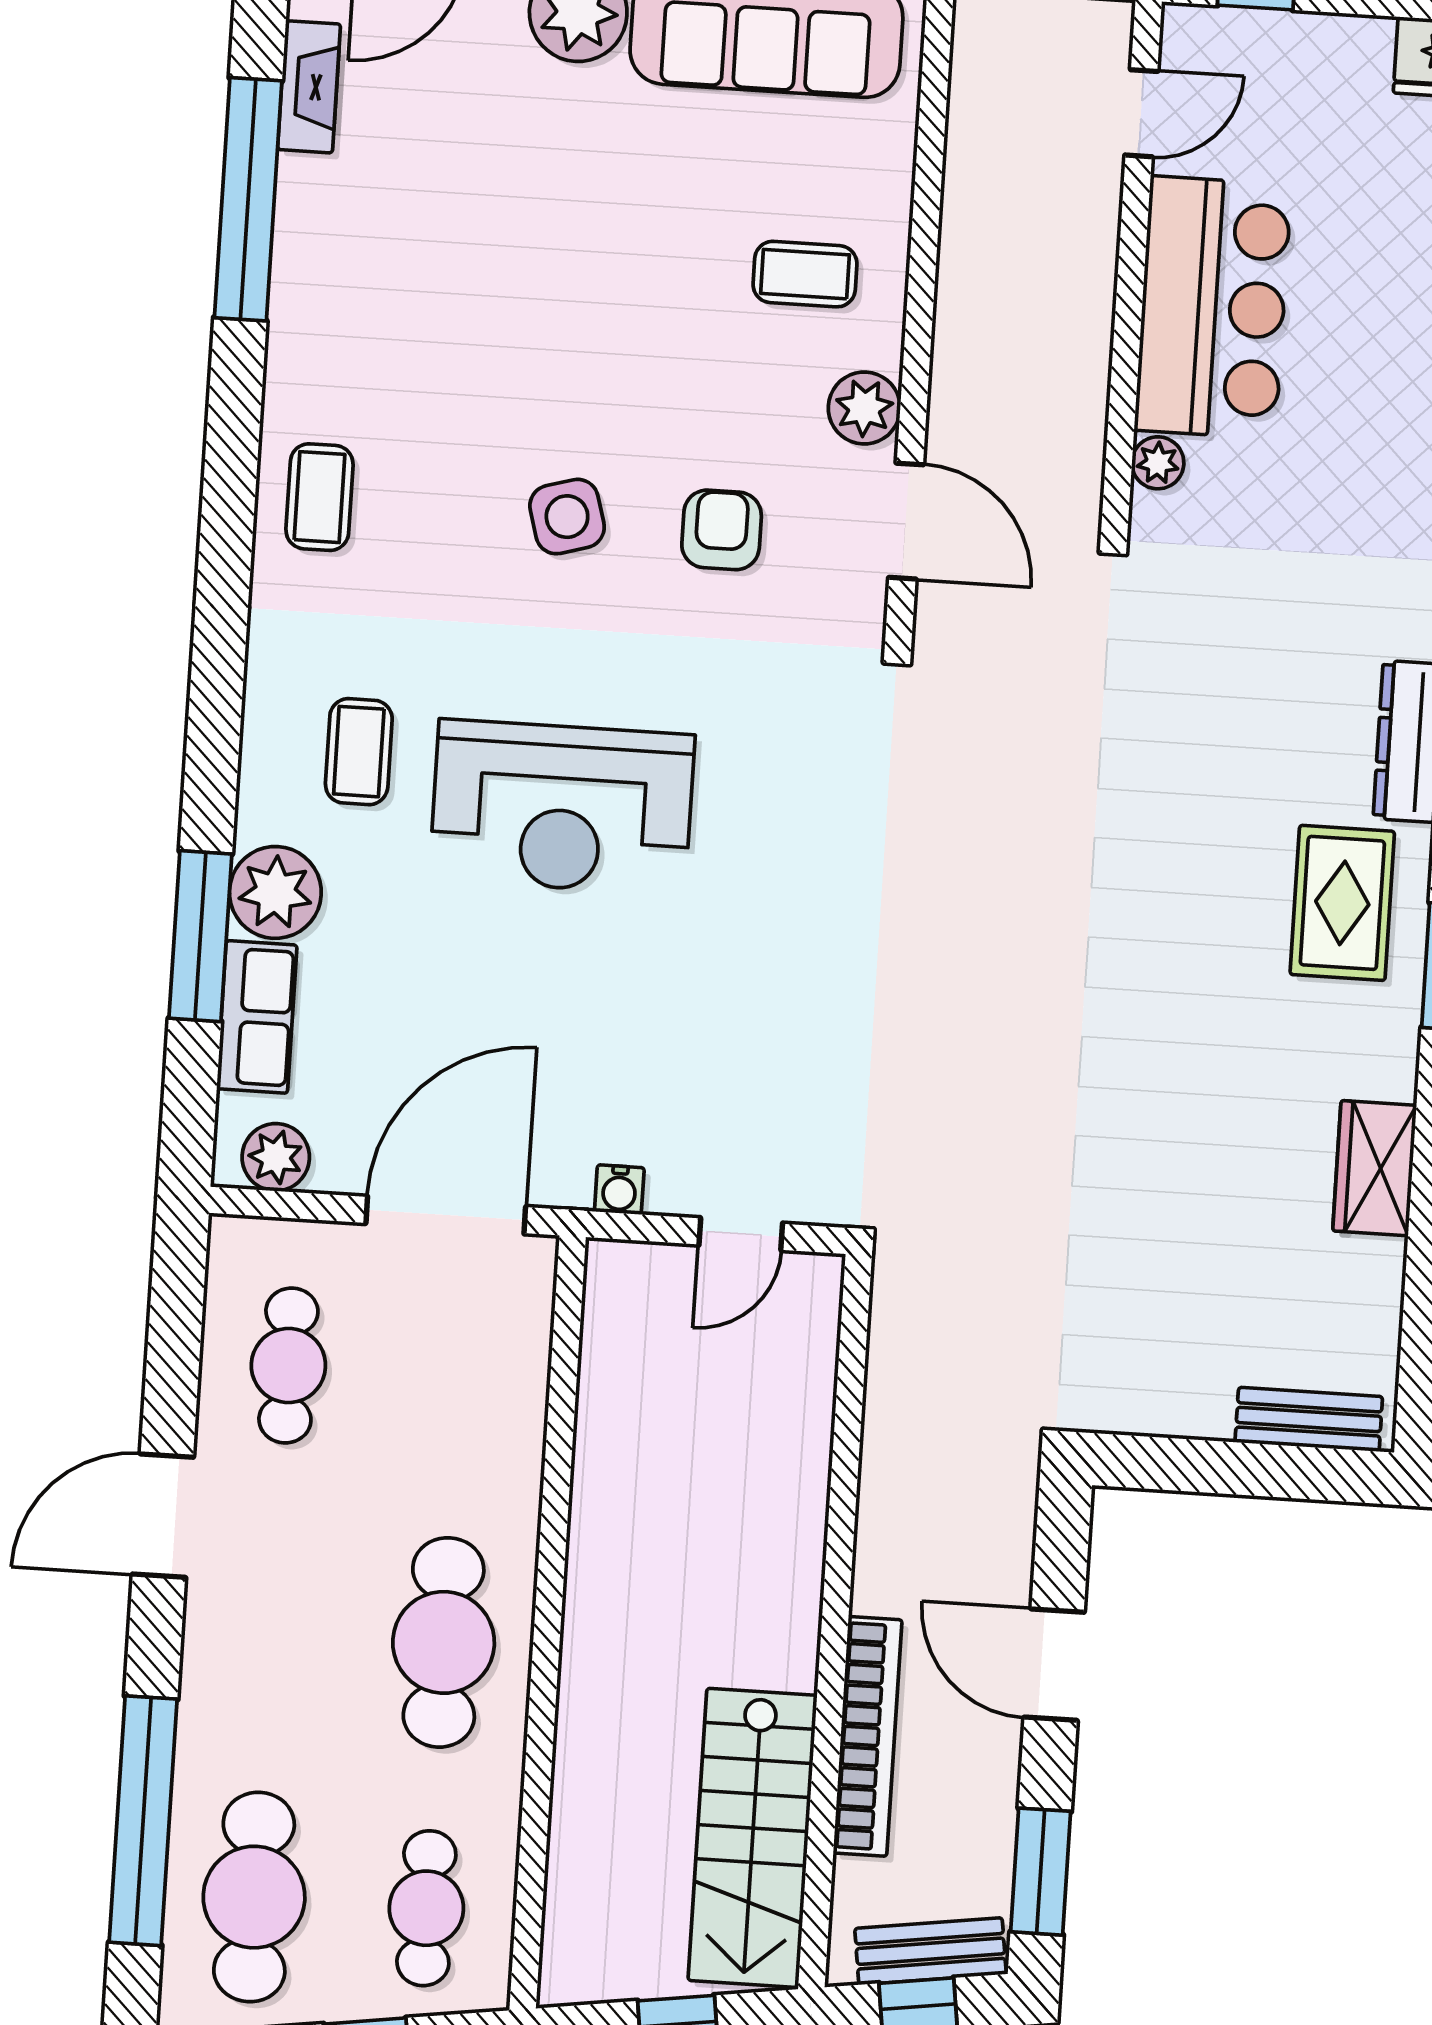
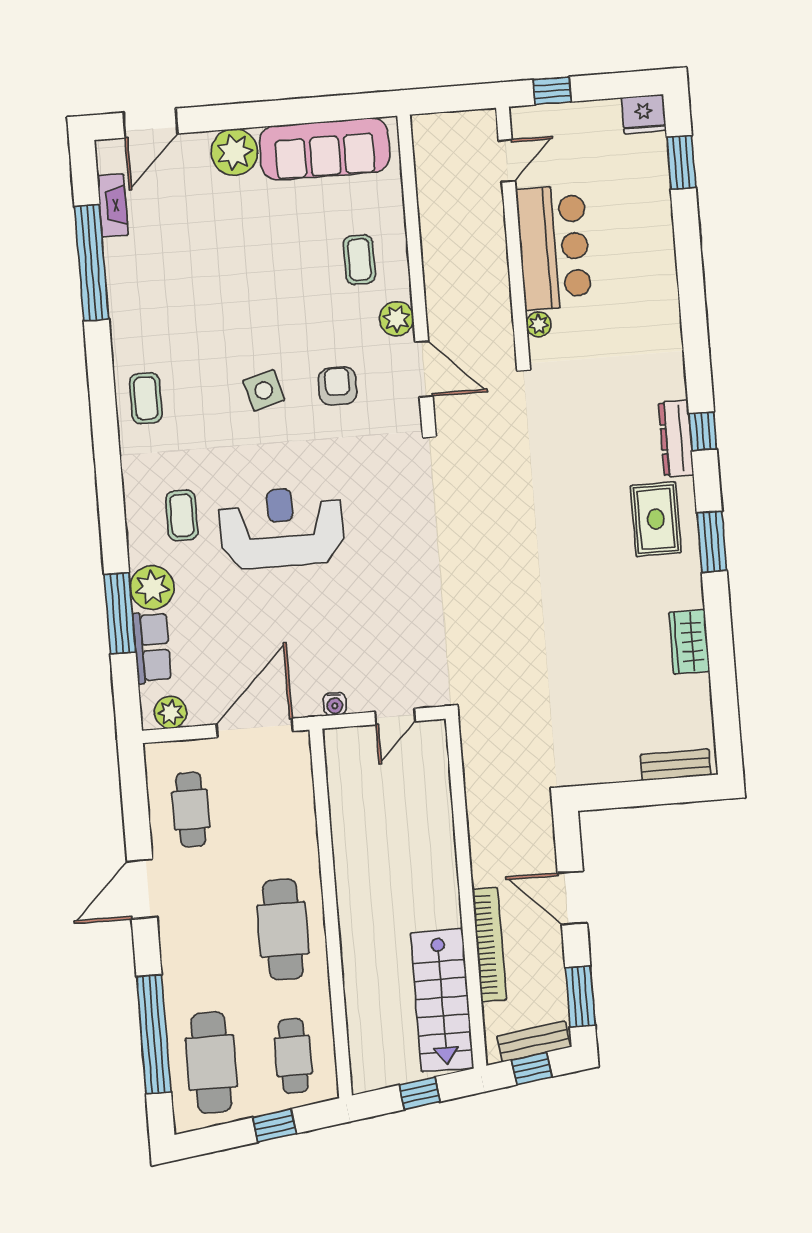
coffee table: (805, 274) -> (359, 260), turned 90
reception desk: (562, 807) -> (281, 528), turned 180

